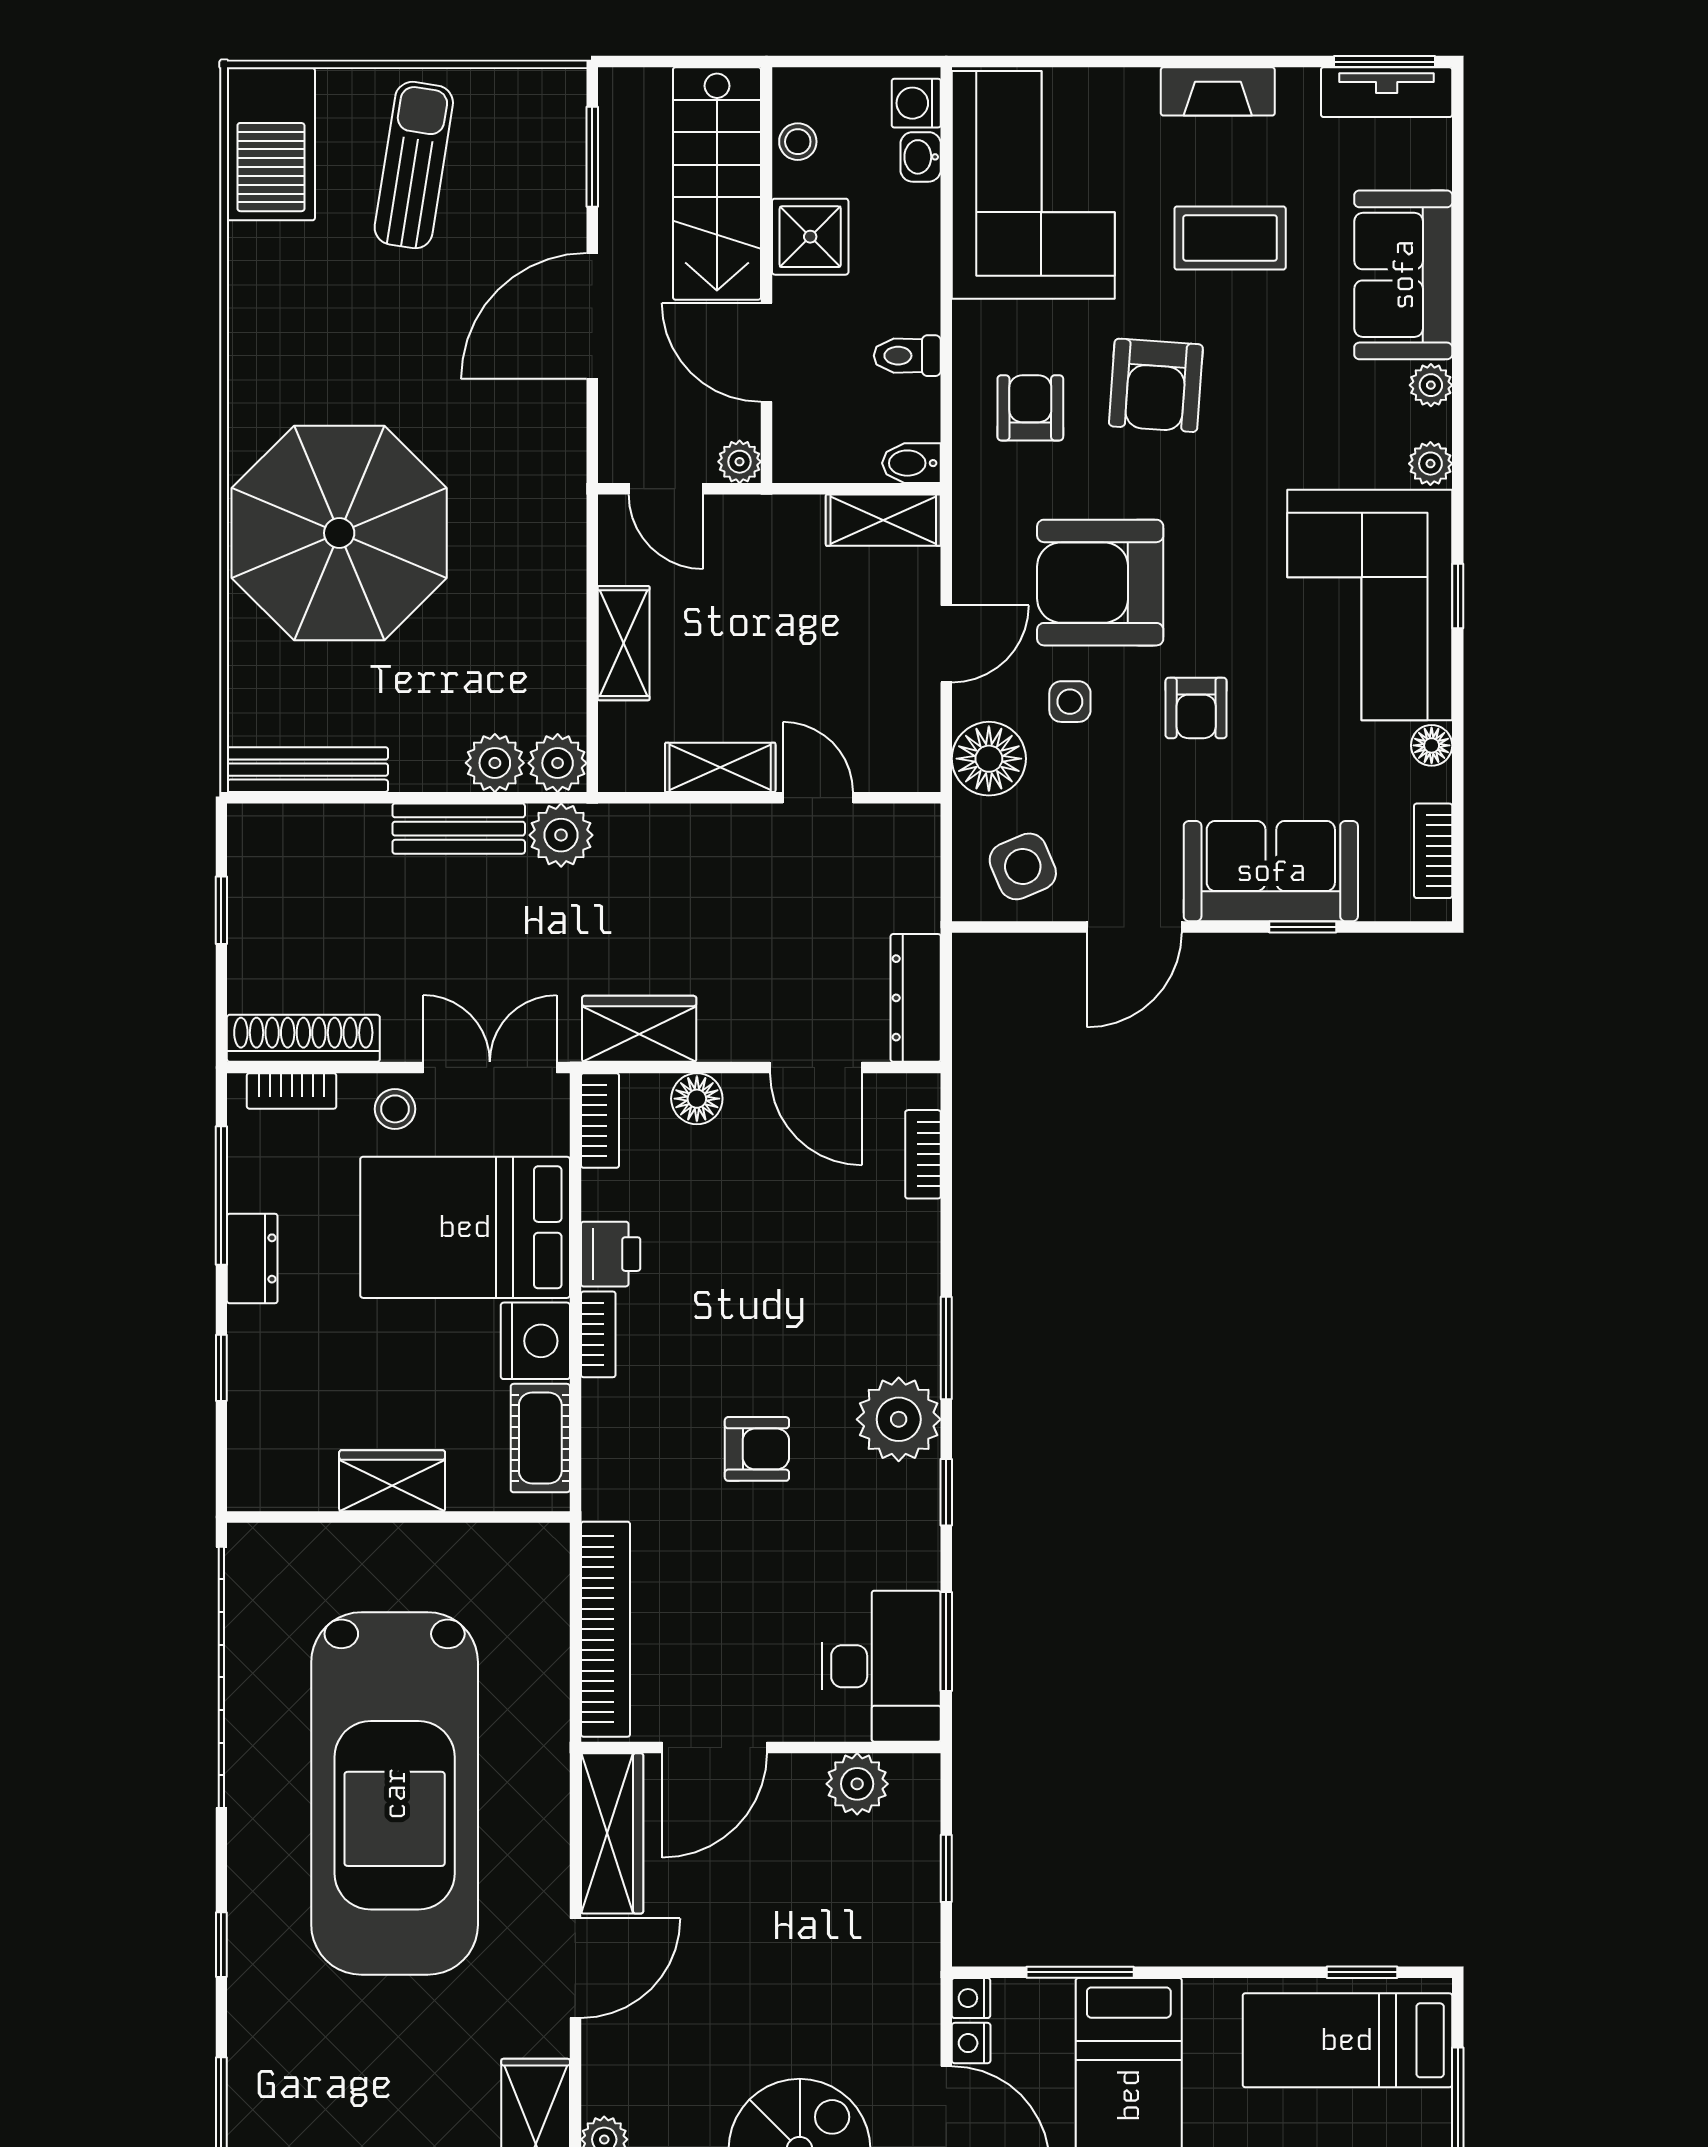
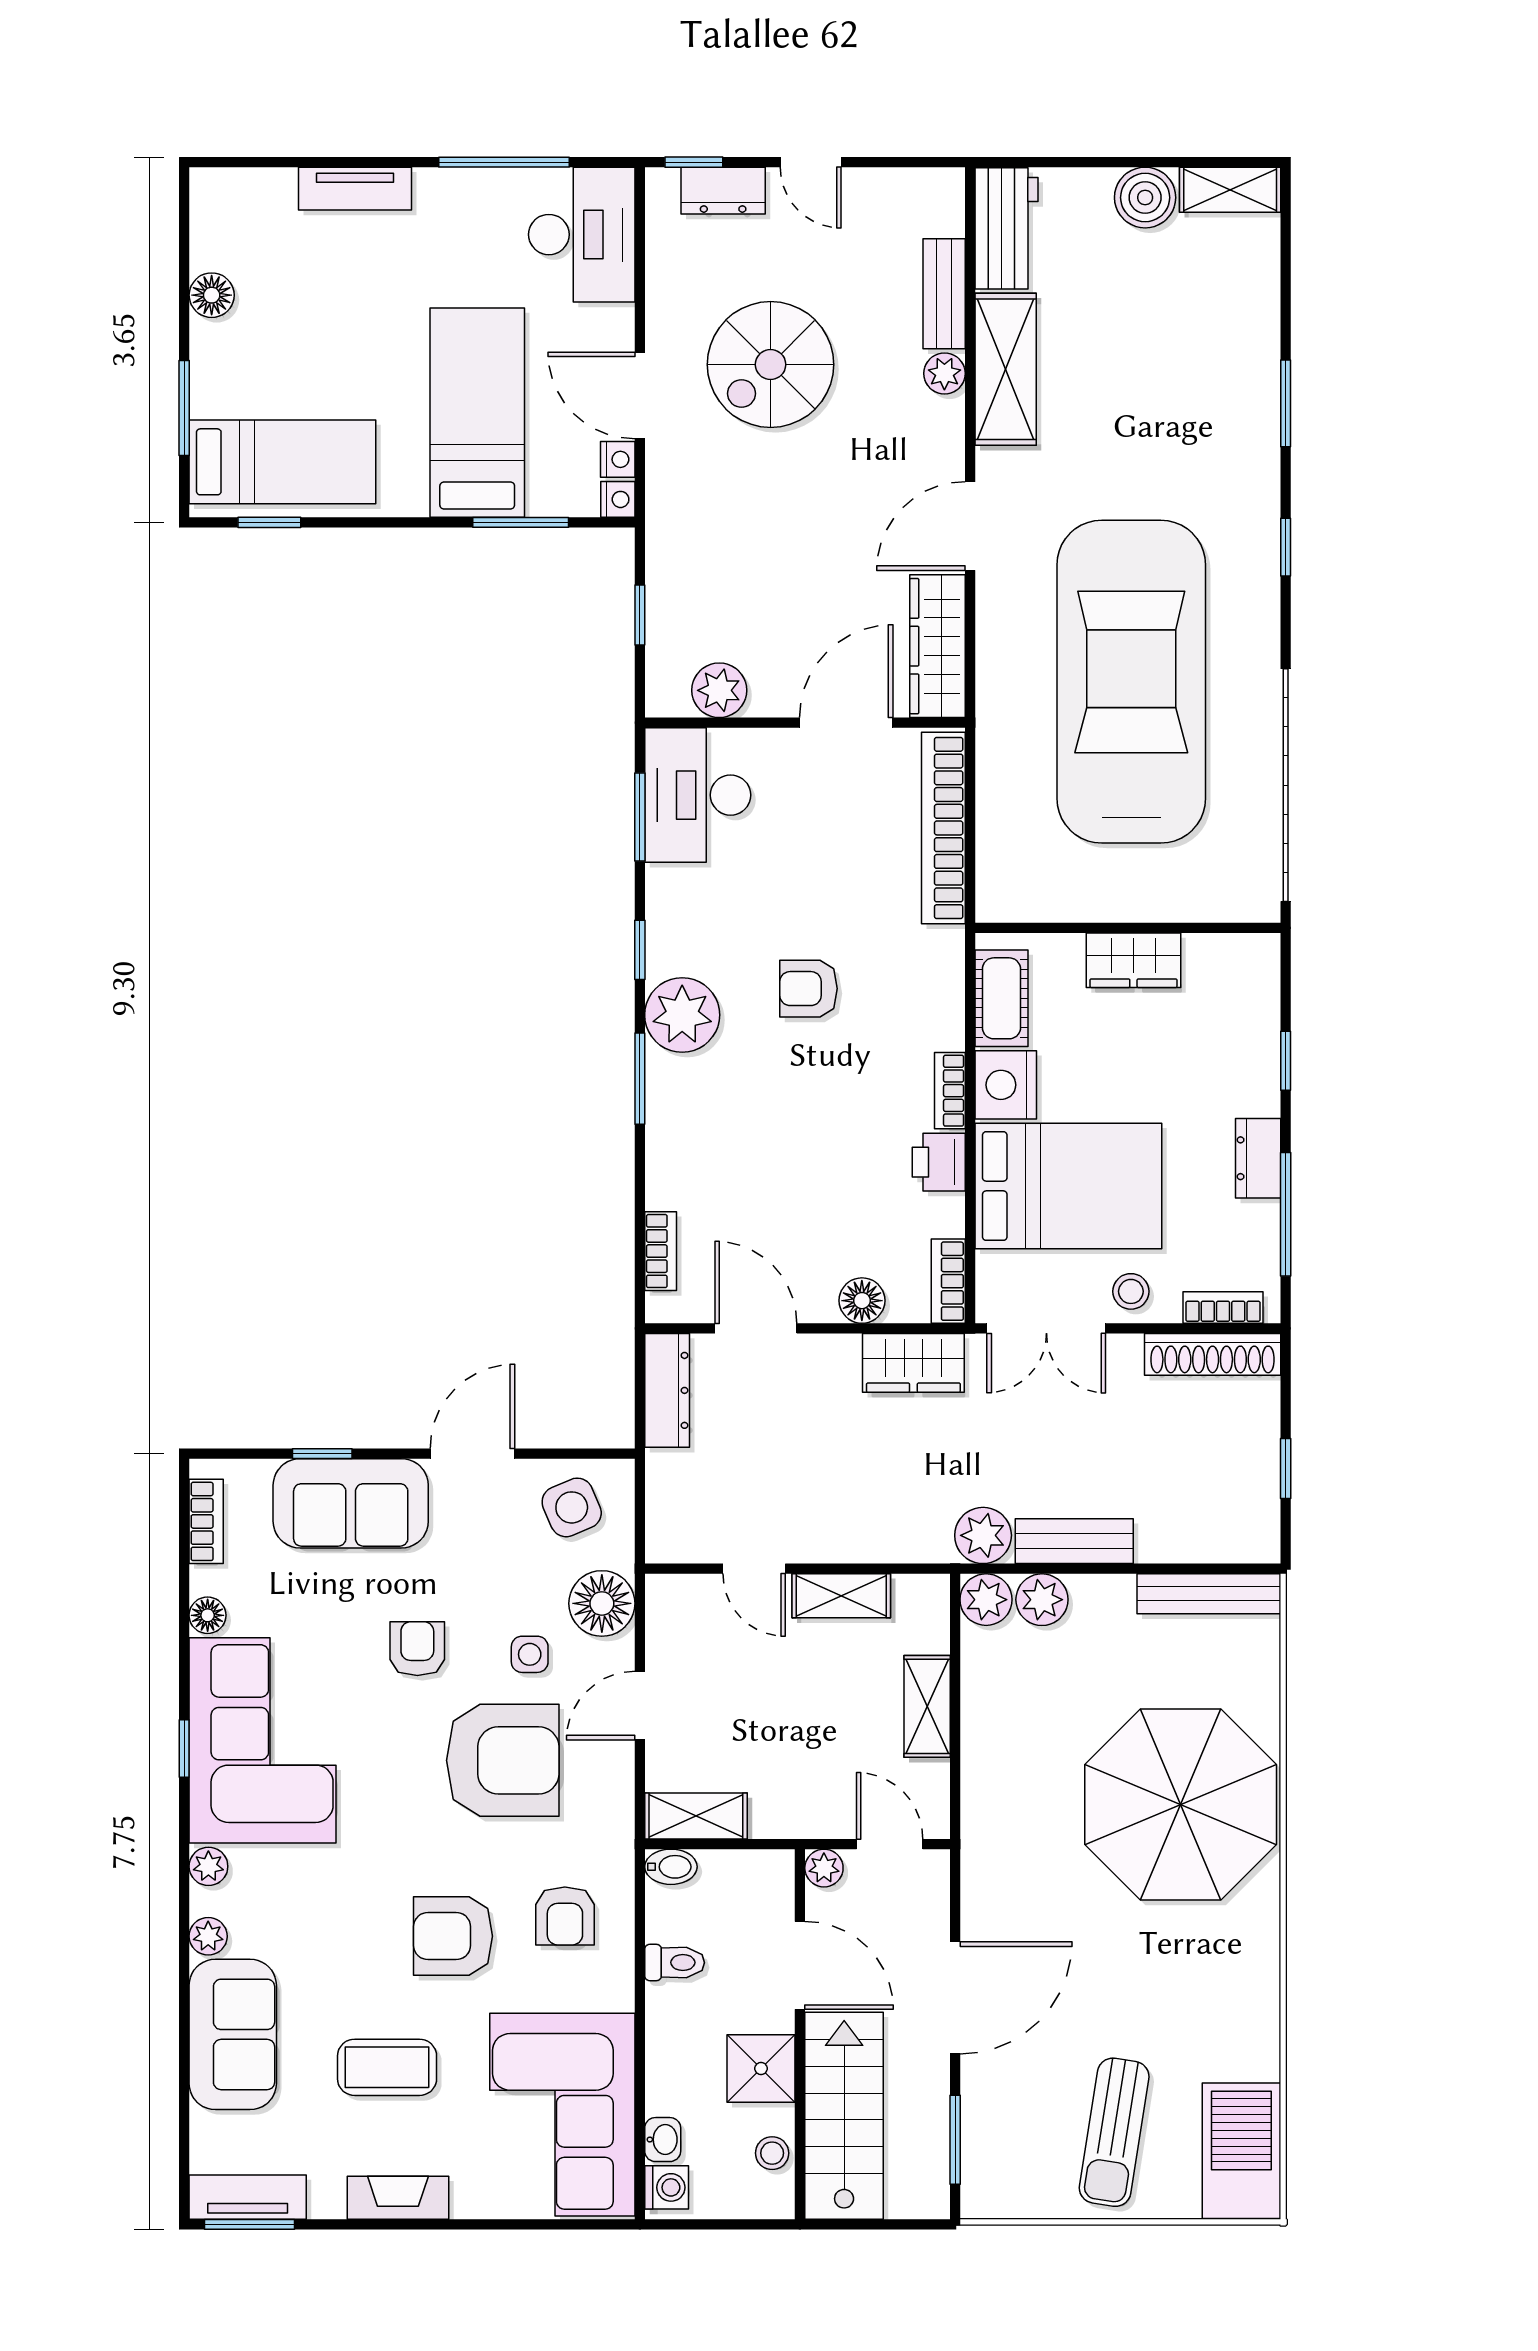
armchair: (1156, 385) -> (453, 1936), turned -94

